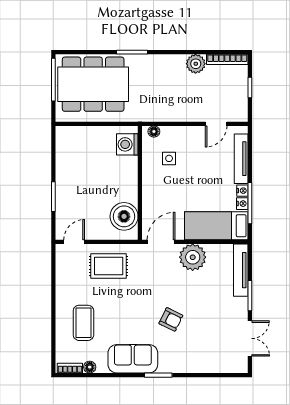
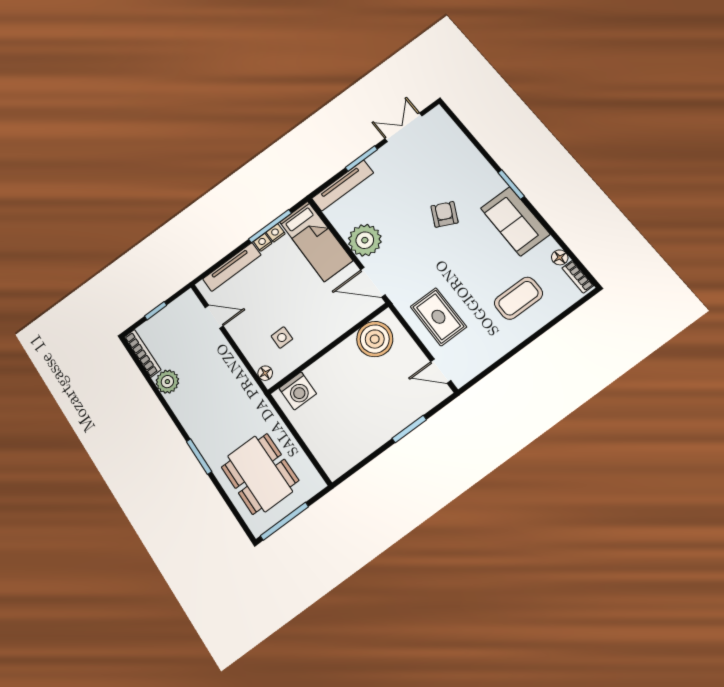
dining table: (93, 84) -> (260, 474), width x0.73, depth x0.80

